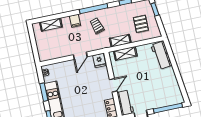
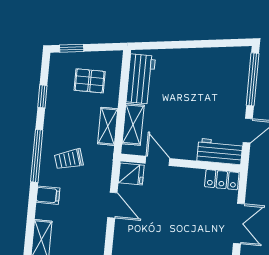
workbench: (162, 55) -> (141, 79), moved, turned -83
door: (113, 85) -> (157, 161), moved

